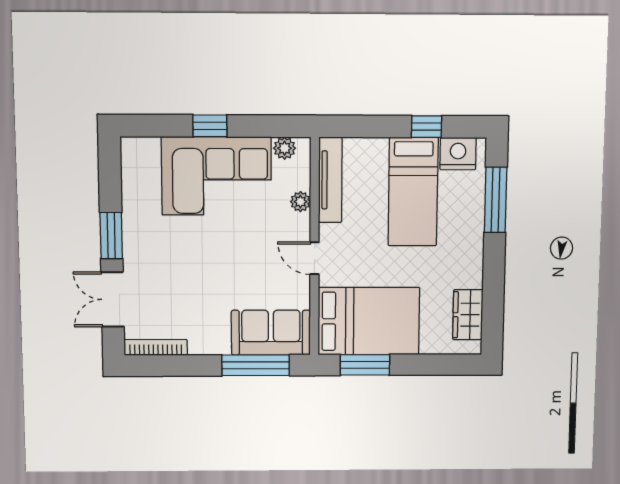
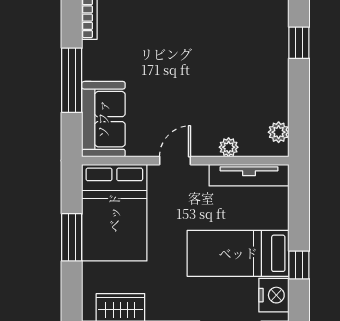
window: (210, 126) -> (299, 43), moved
corner sofa: (217, 176) -> (253, 69), removed
window: (256, 365) -> (72, 80), moved
window: (365, 365) -> (72, 237), moved

